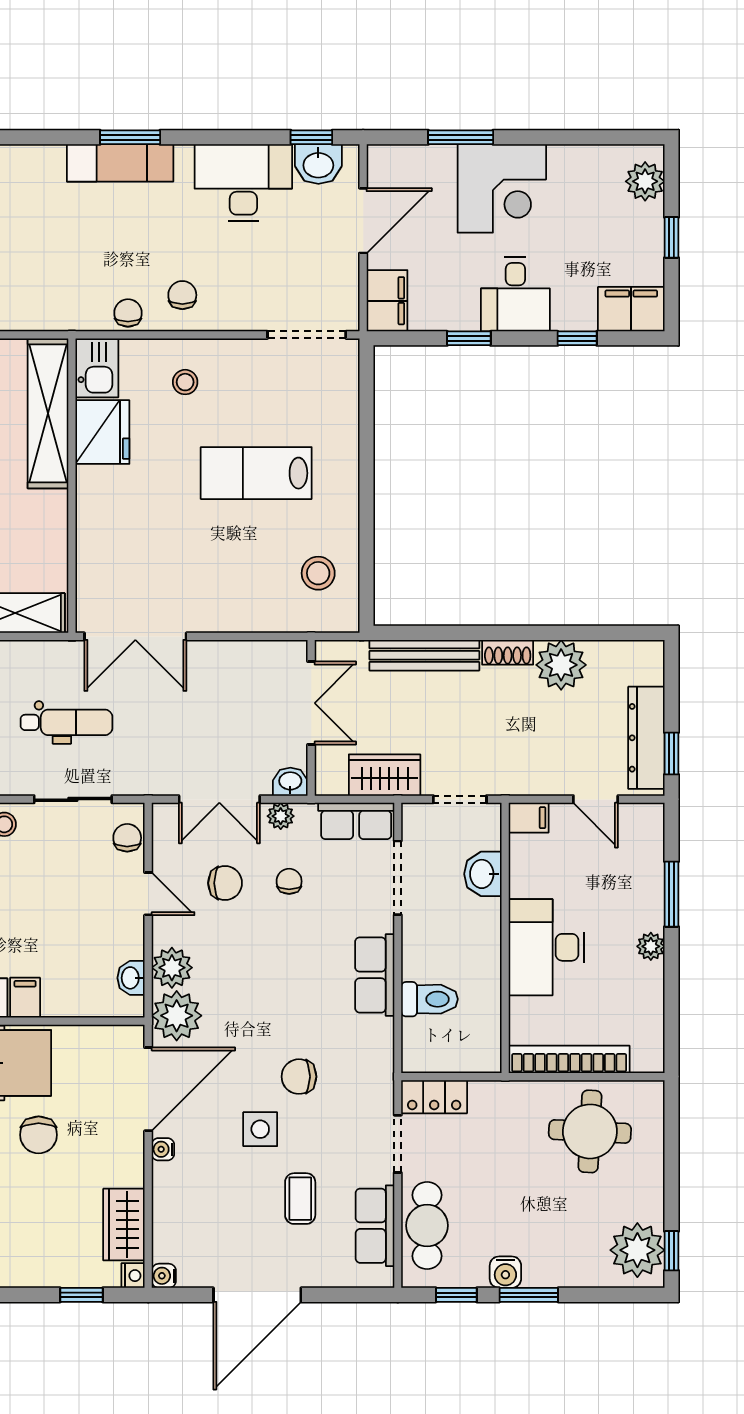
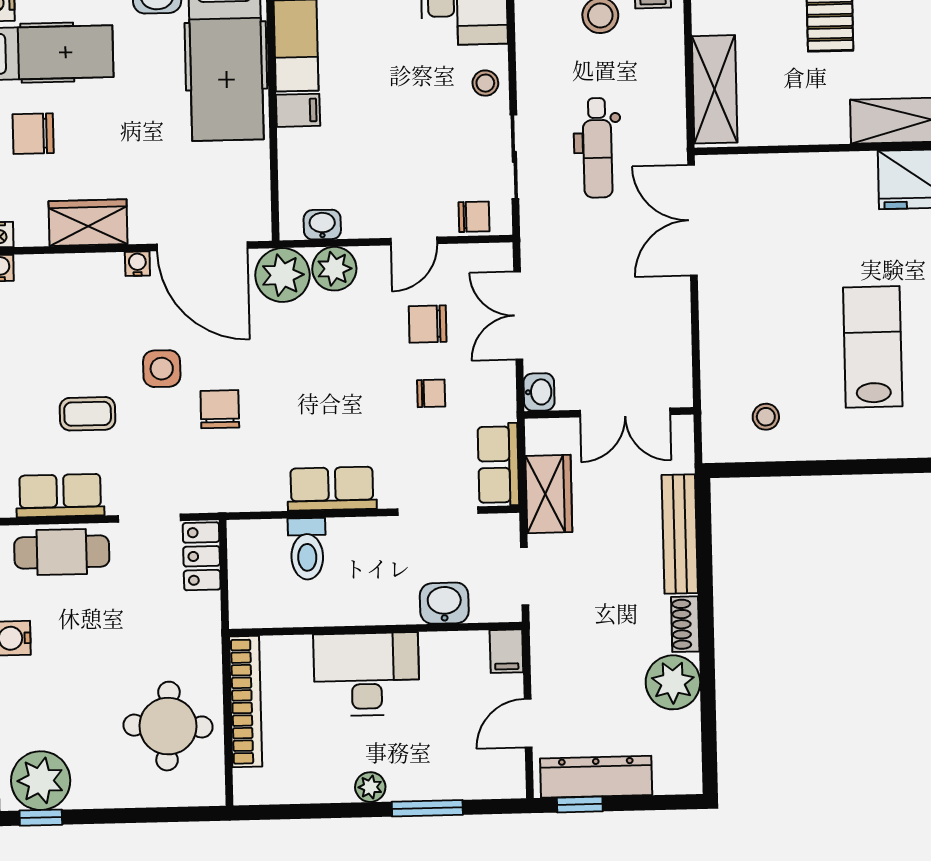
stool: (318, 573) -> (766, 417), width x0.73, depth x0.73
plant: (281, 816) -> (502, 383), removed
chair: (225, 883) -> (428, 324), turned 90
chair: (39, 1135) -> (33, 134), moved
wardrobe: (124, 1225) -> (88, 223), moved

